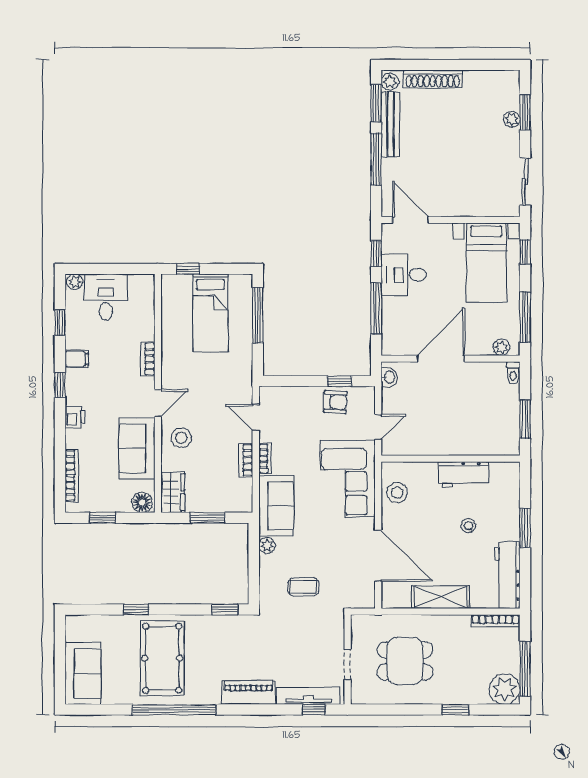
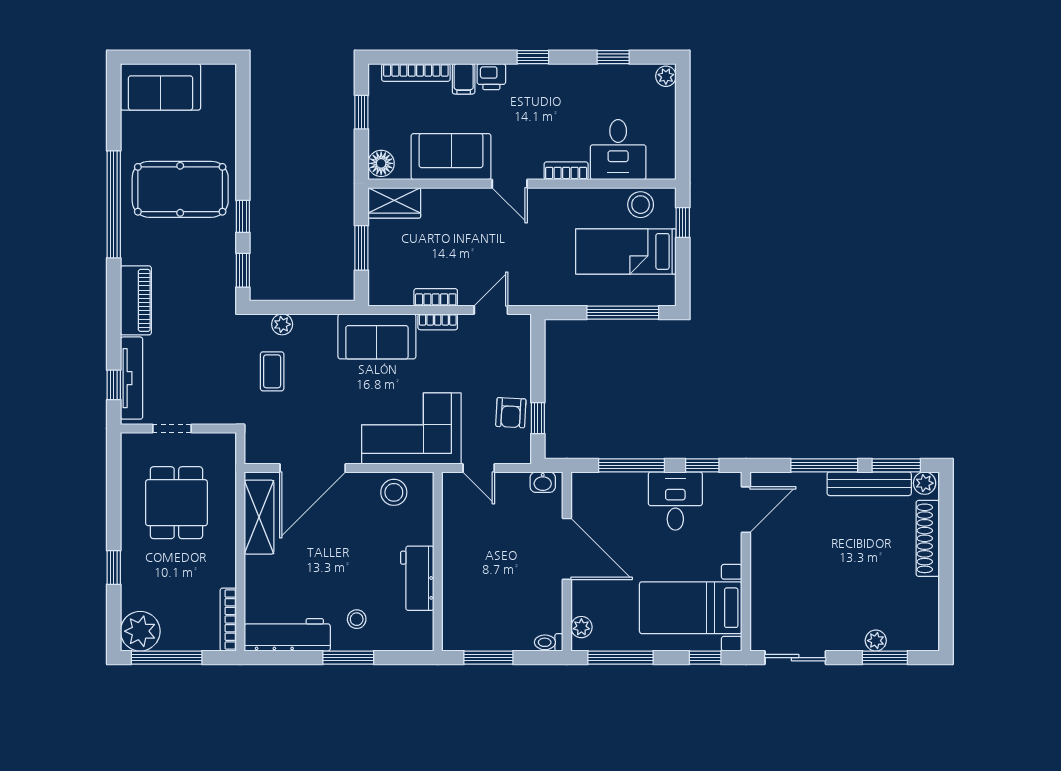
desk: (106, 297) -> (618, 150), moved, turned 90
filing cabinet: (77, 359) -> (464, 79), moved
stool: (181, 438) -> (641, 205), moved
stool: (468, 526) -> (357, 619), moved
plant: (267, 546) -> (282, 324), moved
shelving: (441, 597) -> (259, 517), moved
window: (136, 610) -> (243, 216), moved

